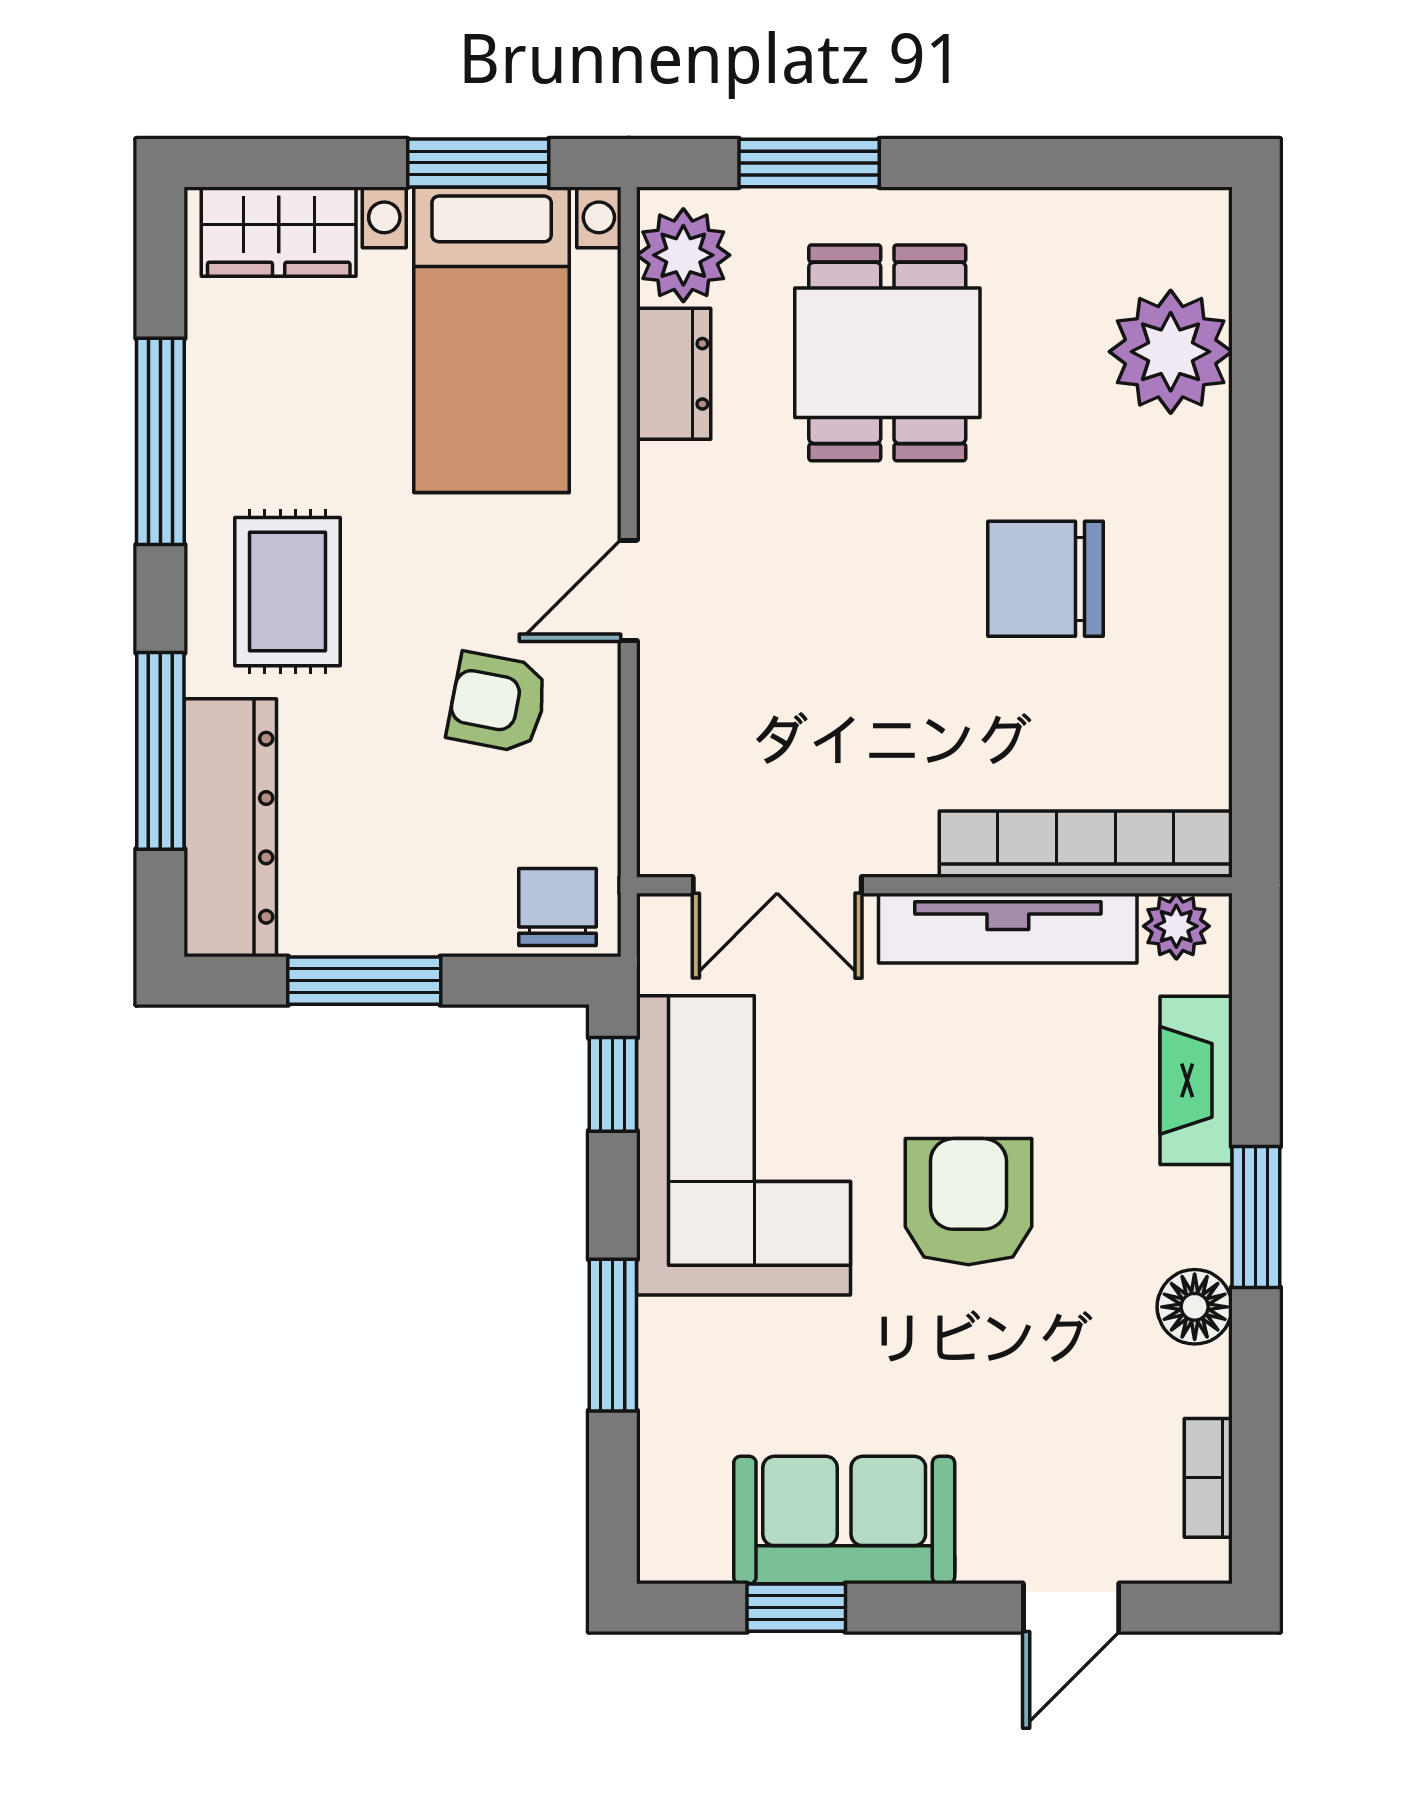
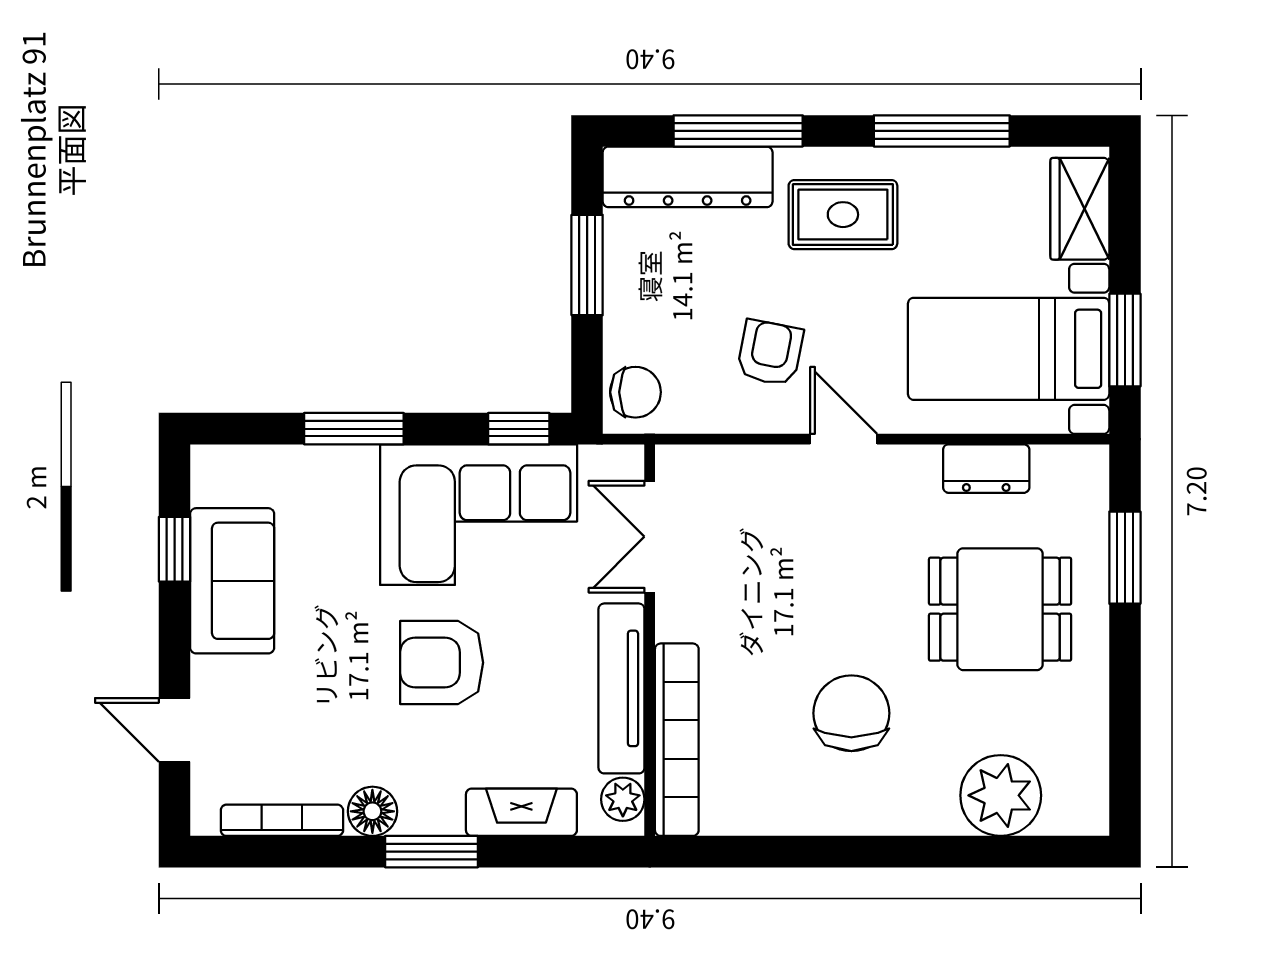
plant: (683, 255) -> (1064, 475), removed
armchair: (968, 1202) -> (442, 663), turned 180
bookcase: (1208, 1478) -> (282, 820), width x1.56

